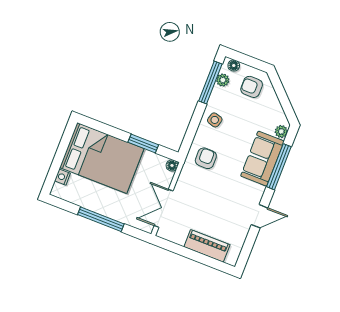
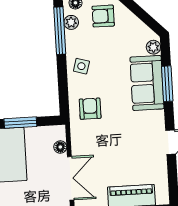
floor lamp: (172, 165) -> (60, 147), moved
window: (279, 167) -> (167, 84), width x0.69
double door: (164, 208) -> (71, 178), swing flipped

